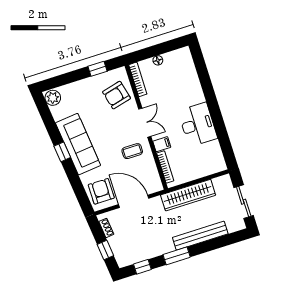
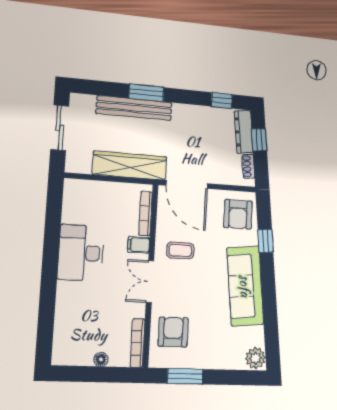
window: (97, 69) -> (185, 376), width x1.50
armchair: (117, 95) -> (173, 332), turned -76
window: (62, 152) -> (266, 241), moved
door: (134, 201) -> (187, 184), moved
dresser: (119, 251) -> (244, 132), added
window: (177, 256) -> (146, 93), moved

